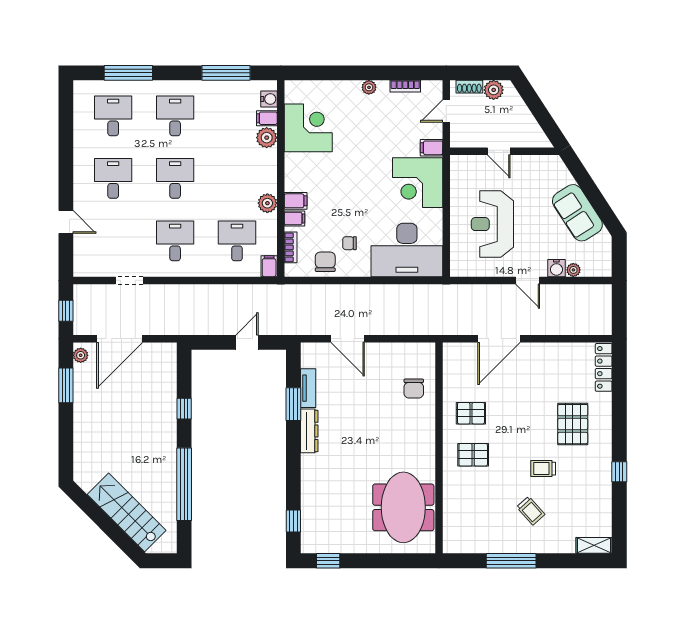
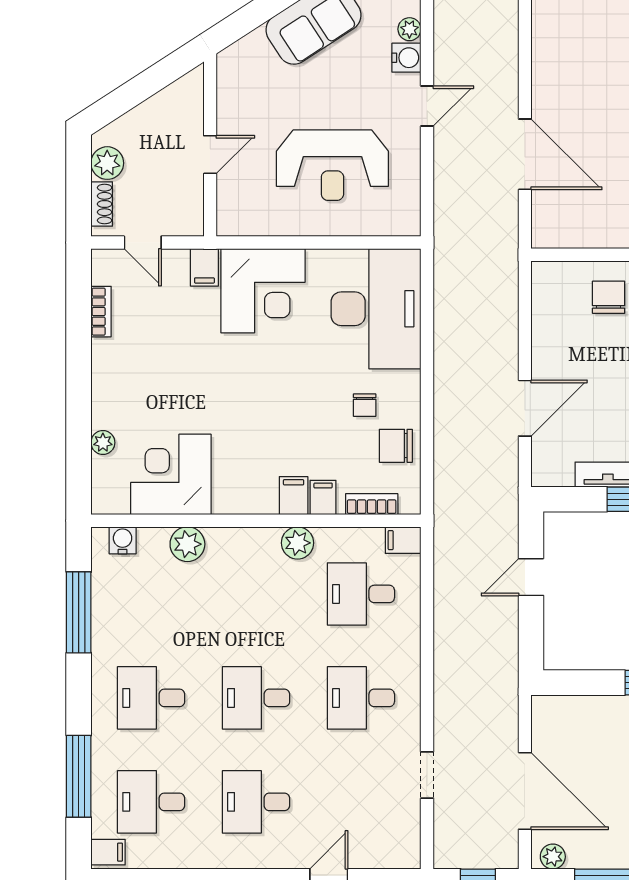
plant: (369, 87) -> (103, 443), moved
filing cabinet: (267, 118) -> (108, 852), moved, turned -90
door: (247, 342) -> (531, 577), hinge flipped
chair: (414, 388) -> (609, 297), turned -90

